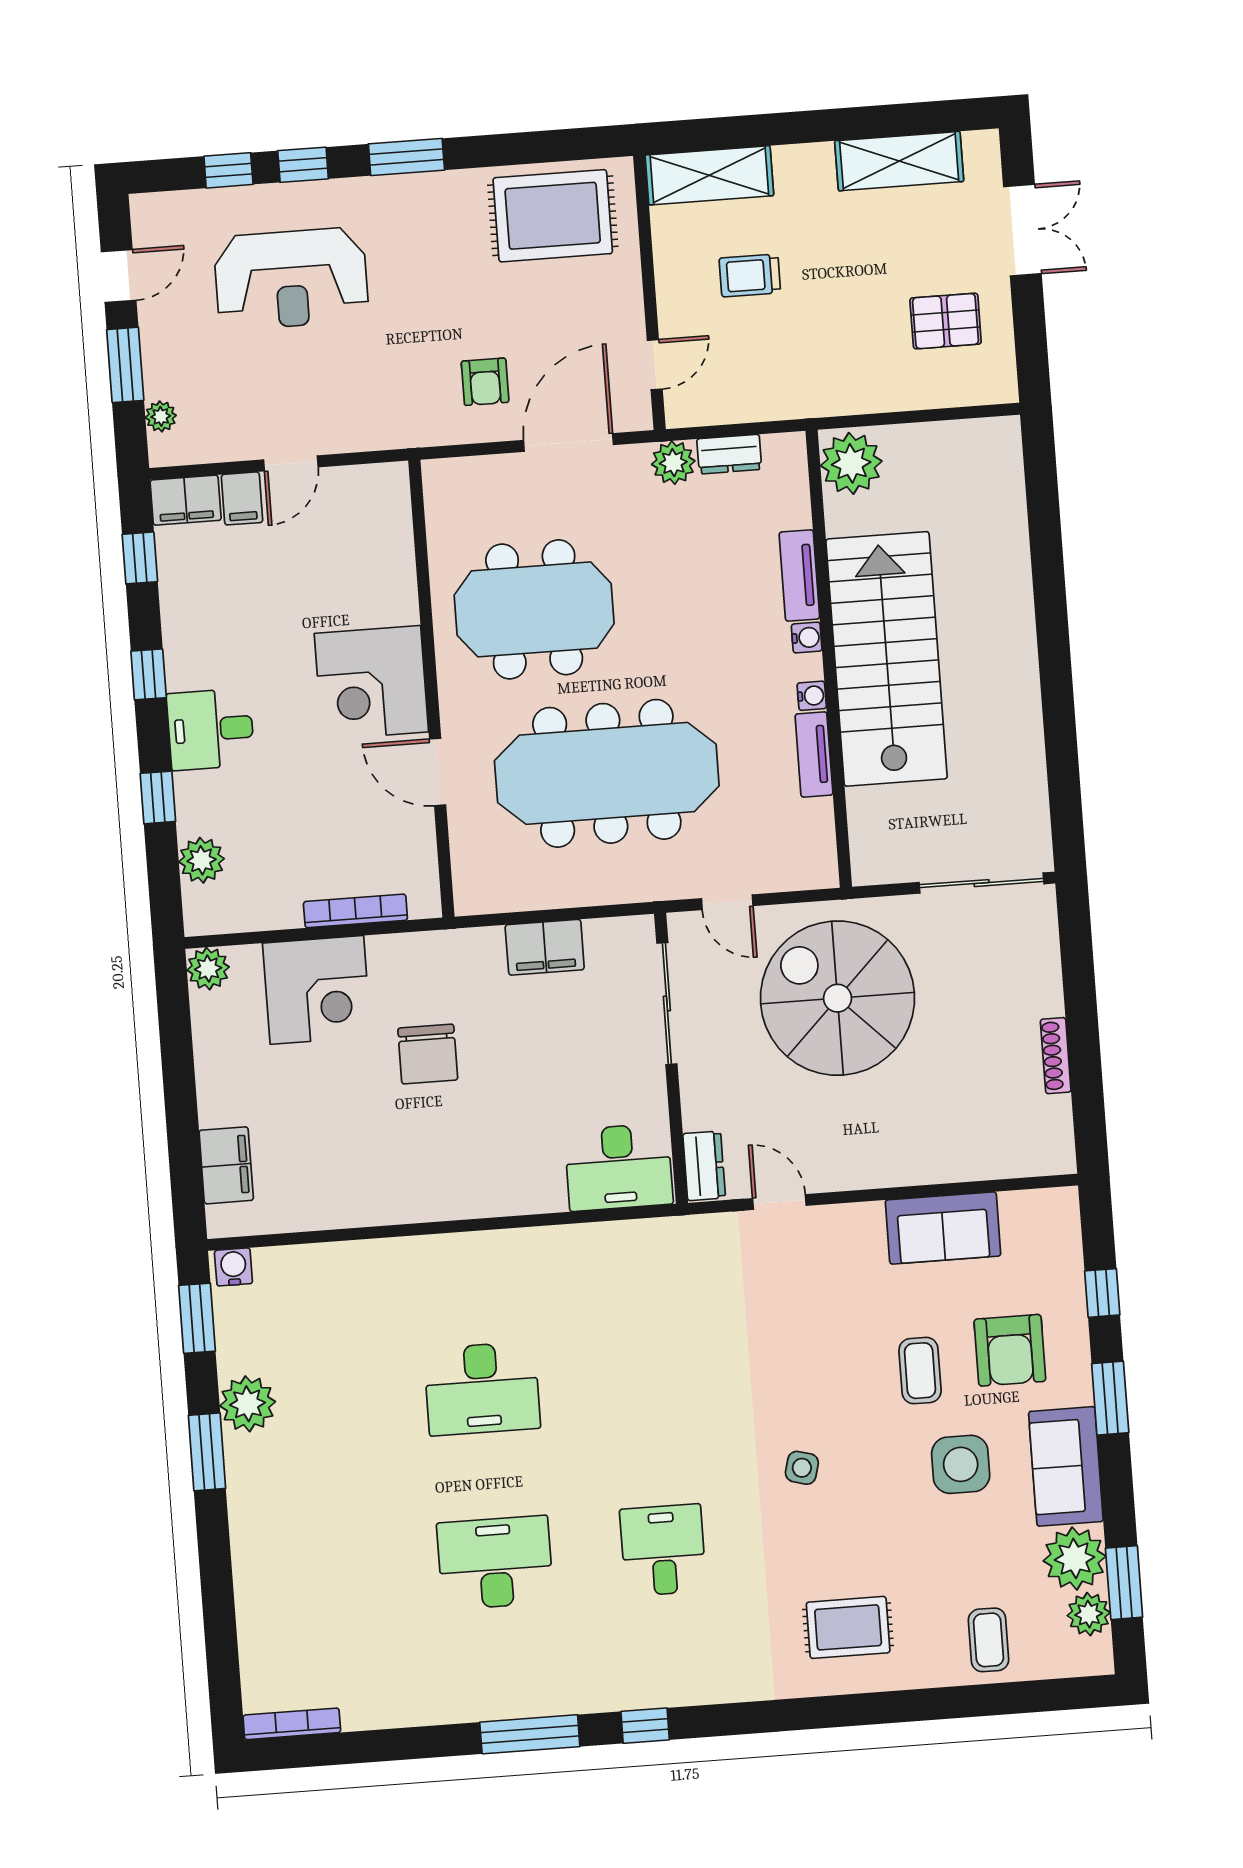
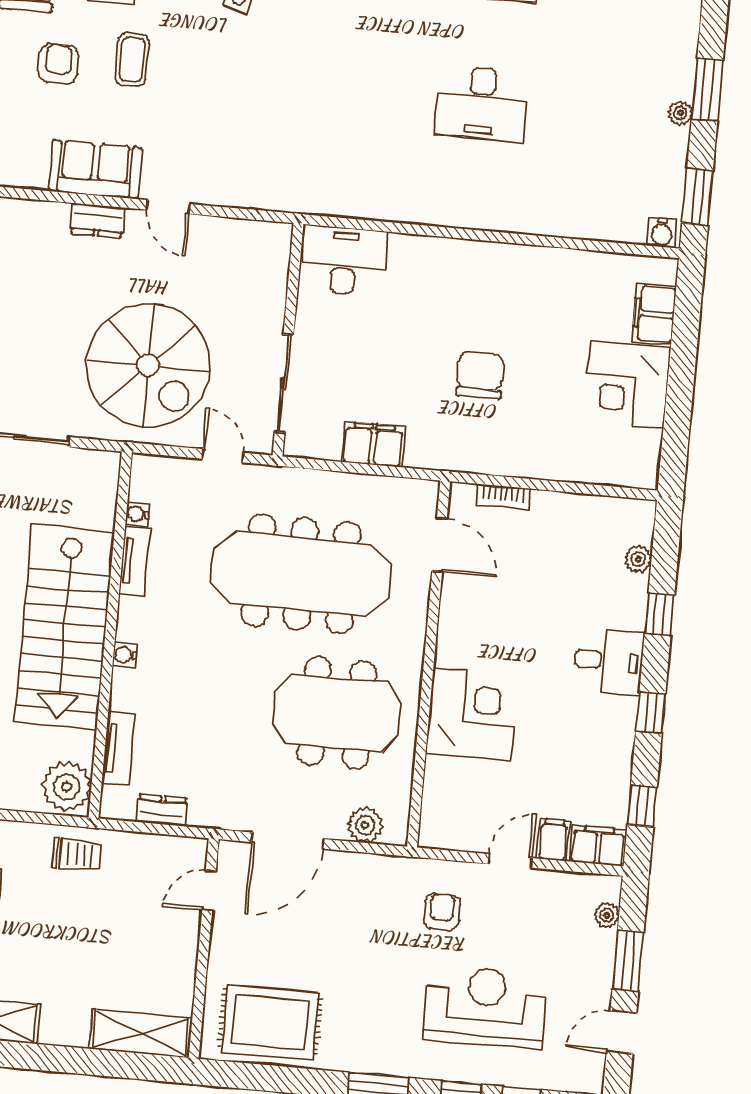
trolley: (750, 275) -> (77, 855), moved
armchair: (485, 382) -> (442, 912), moved
plant: (673, 463) -> (365, 825), moved
tv unit: (799, 576) -> (118, 749), moved
corner desk: (371, 683) -> (472, 714), moved
water cooler: (812, 696) -> (137, 514), moved
door: (438, 772) -> (439, 545), moved
plant: (202, 860) -> (638, 559), width x0.73, depth x0.73
bookcase: (355, 911) -> (503, 497), width x0.64
plant: (208, 969) -> (642, 472), removed
corner desk: (317, 990) -> (627, 385), moved, turned -90
dresser: (704, 1166) -> (97, 220), moved, turned -90
door: (779, 1202) -> (168, 207), moved
armchair: (1010, 1350) -> (58, 64), width x0.72, depth x0.72
desk: (482, 1389) -> (481, 103), turned 180
plant: (248, 1404) -> (680, 113), width x0.53, depth x0.53

